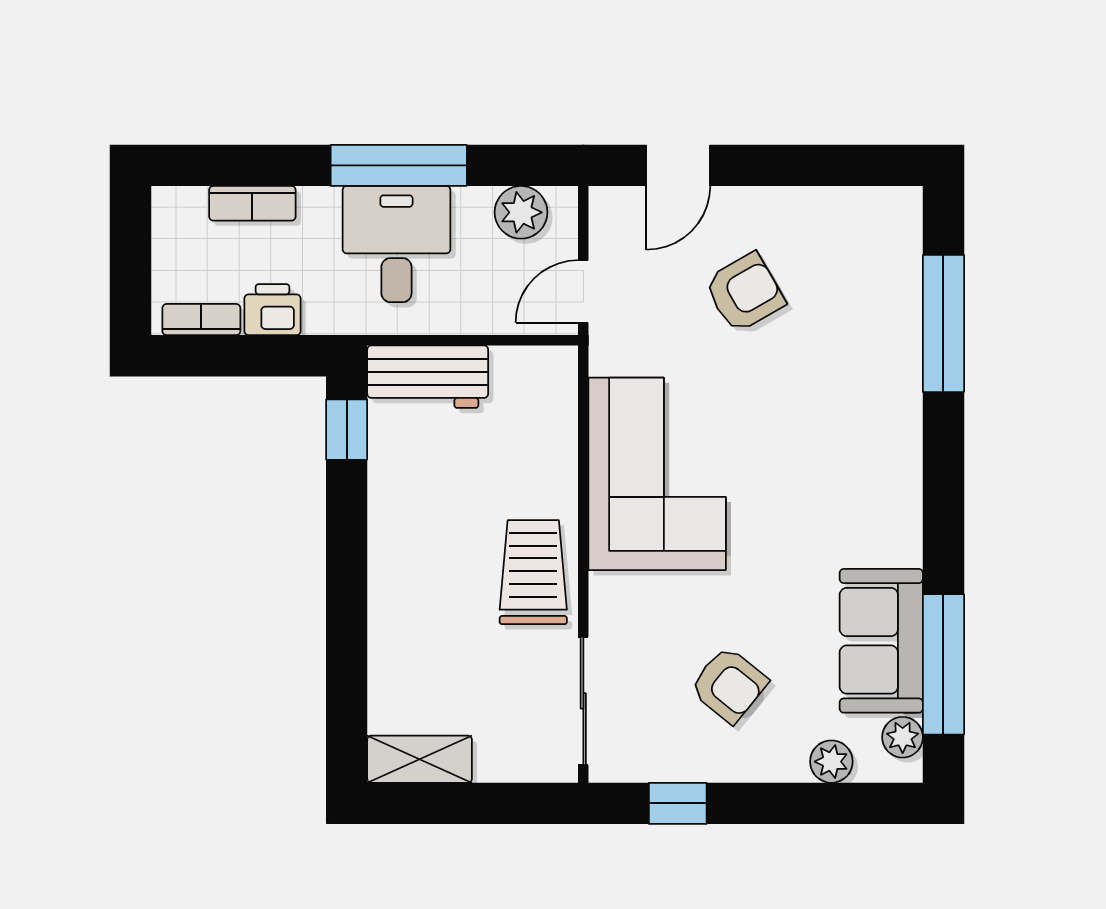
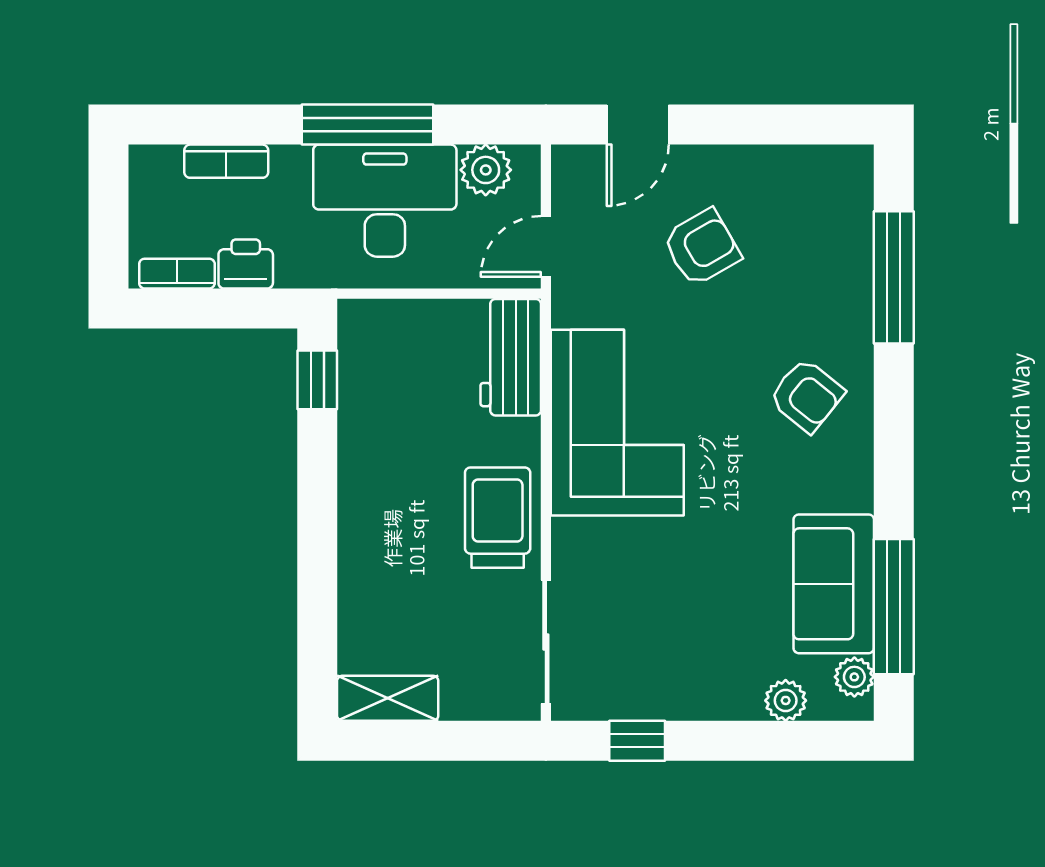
desk: (396, 244) -> (385, 201), width x1.37
workbench: (428, 377) -> (511, 357), moved, turned 90
armchair: (729, 685) -> (807, 395), moved

